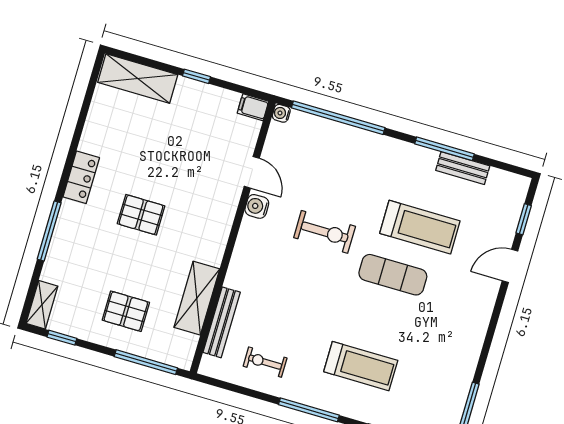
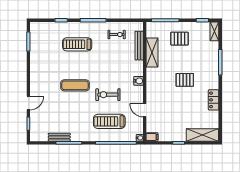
locker: (81, 177) -> (214, 100), moved
water cooler: (257, 206) -> (139, 81), moved
treadmill: (420, 227) -> (109, 121), moved

